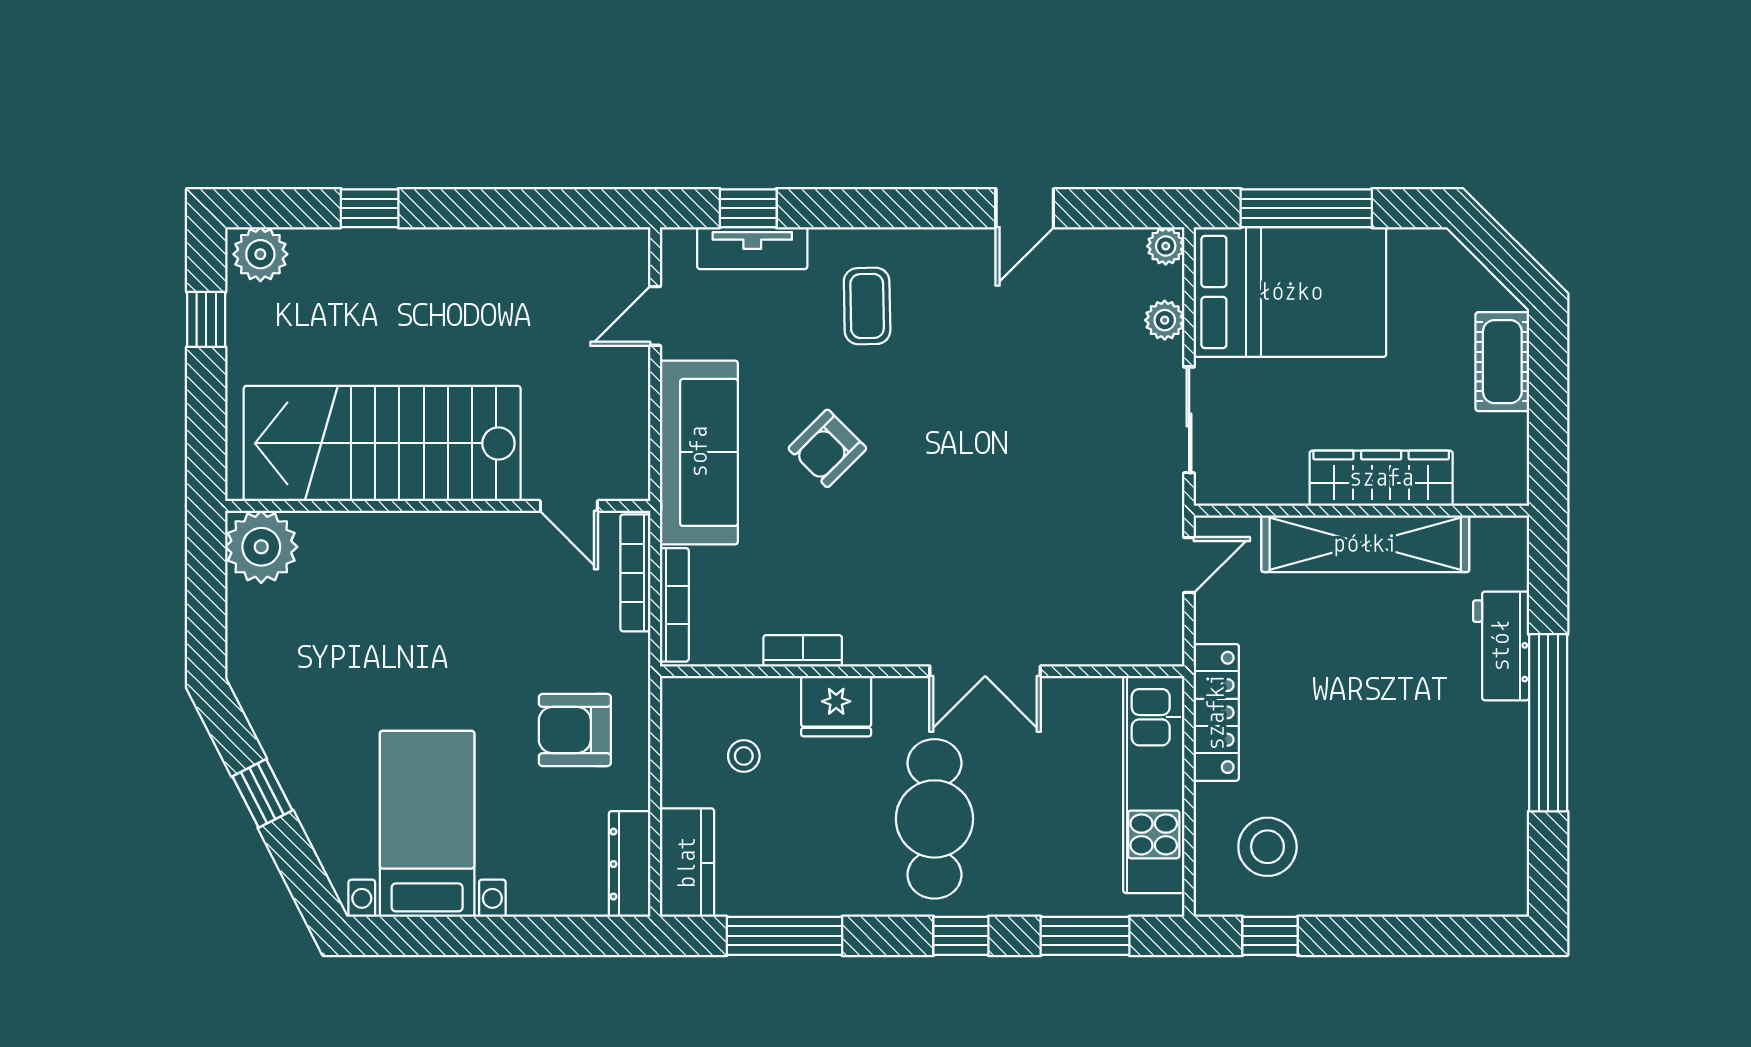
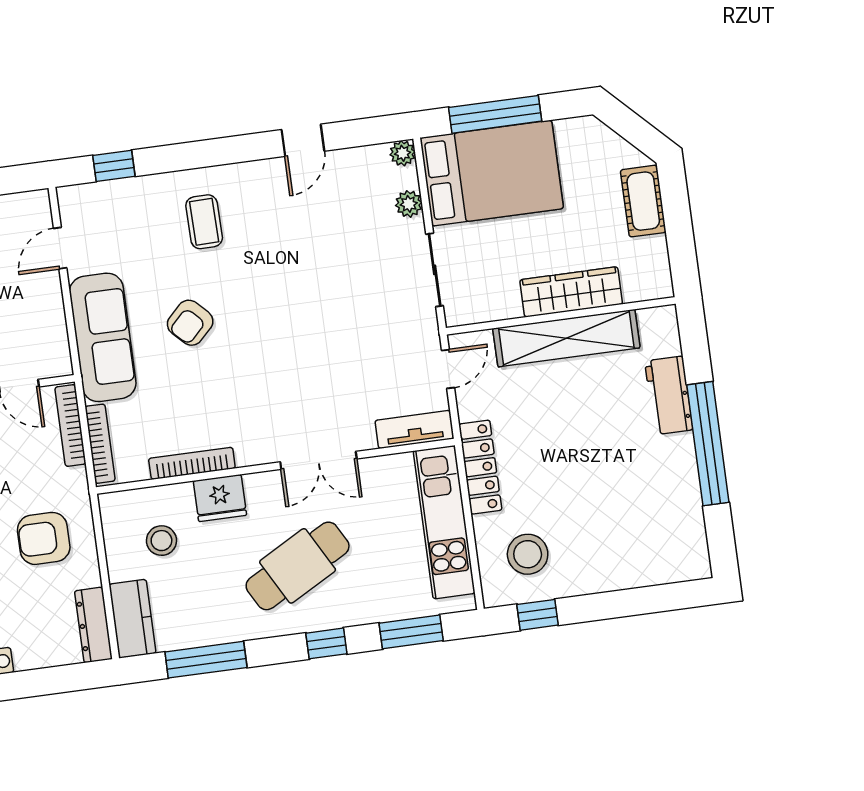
tv unit: (752, 248) -> (415, 429), moved, turned 180
bookcase: (803, 651) -> (192, 463), width x1.56
stool: (744, 756) -> (161, 541), width x1.37, depth x1.37
cafe table: (934, 819) -> (298, 566), turned 61

